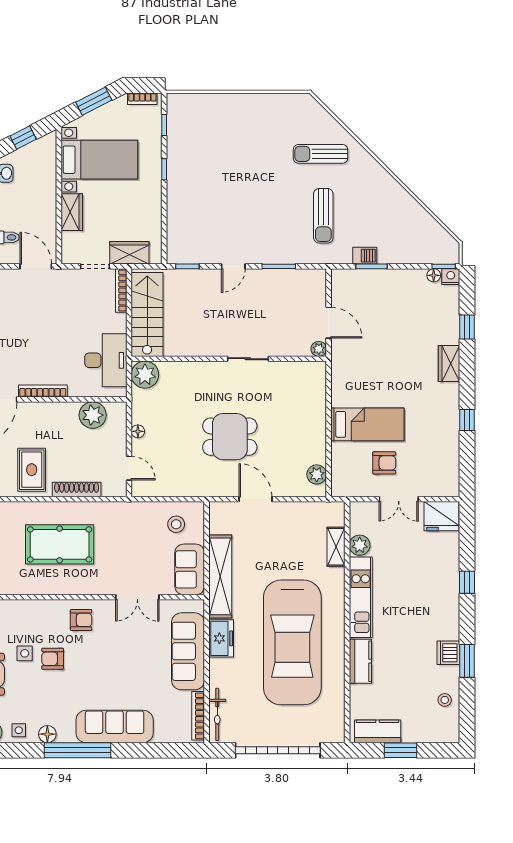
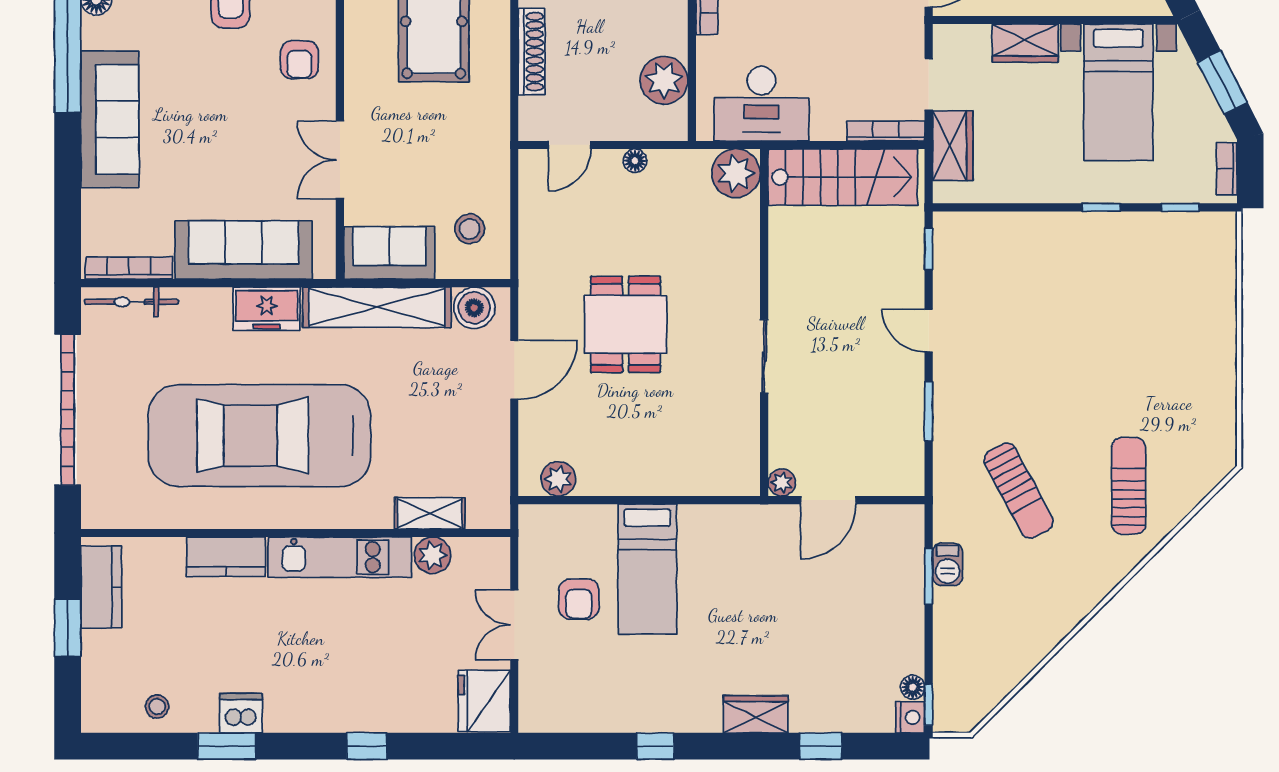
sun lounger: (323, 216) -> (1019, 491), turned -118
boiler: (221, 522) -> (474, 308), added

